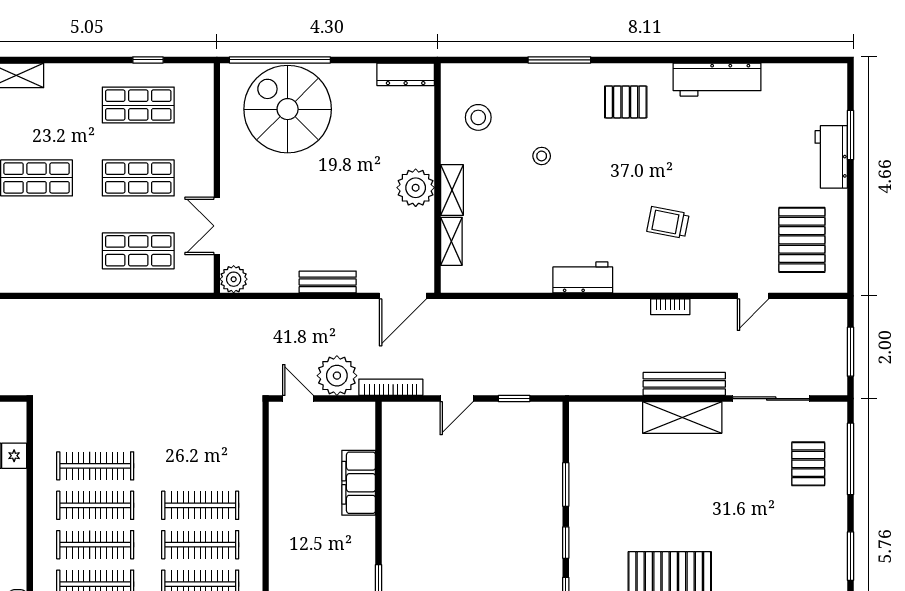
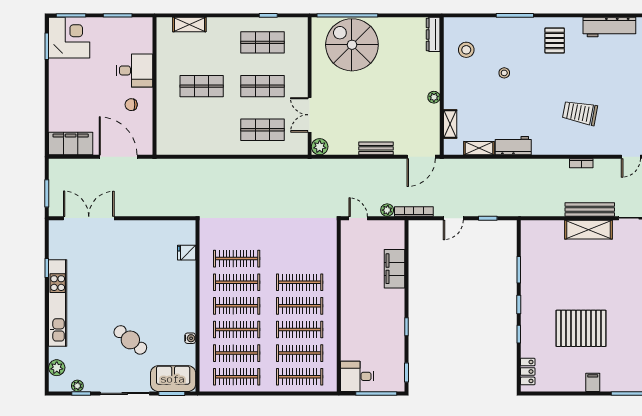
dresser: (406, 74) -> (433, 34), moved, turned 90
pallet: (626, 102) -> (555, 41), turned 90
plant: (416, 188) -> (434, 97), width x0.53, depth x0.53
shelving: (452, 190) -> (479, 148), moved, turned 90
trolley: (668, 223) -> (580, 113), width x1.36, depth x1.39
workbench: (583, 277) -> (513, 146), moved
plant: (337, 376) -> (387, 210), width x0.53, depth x0.53

